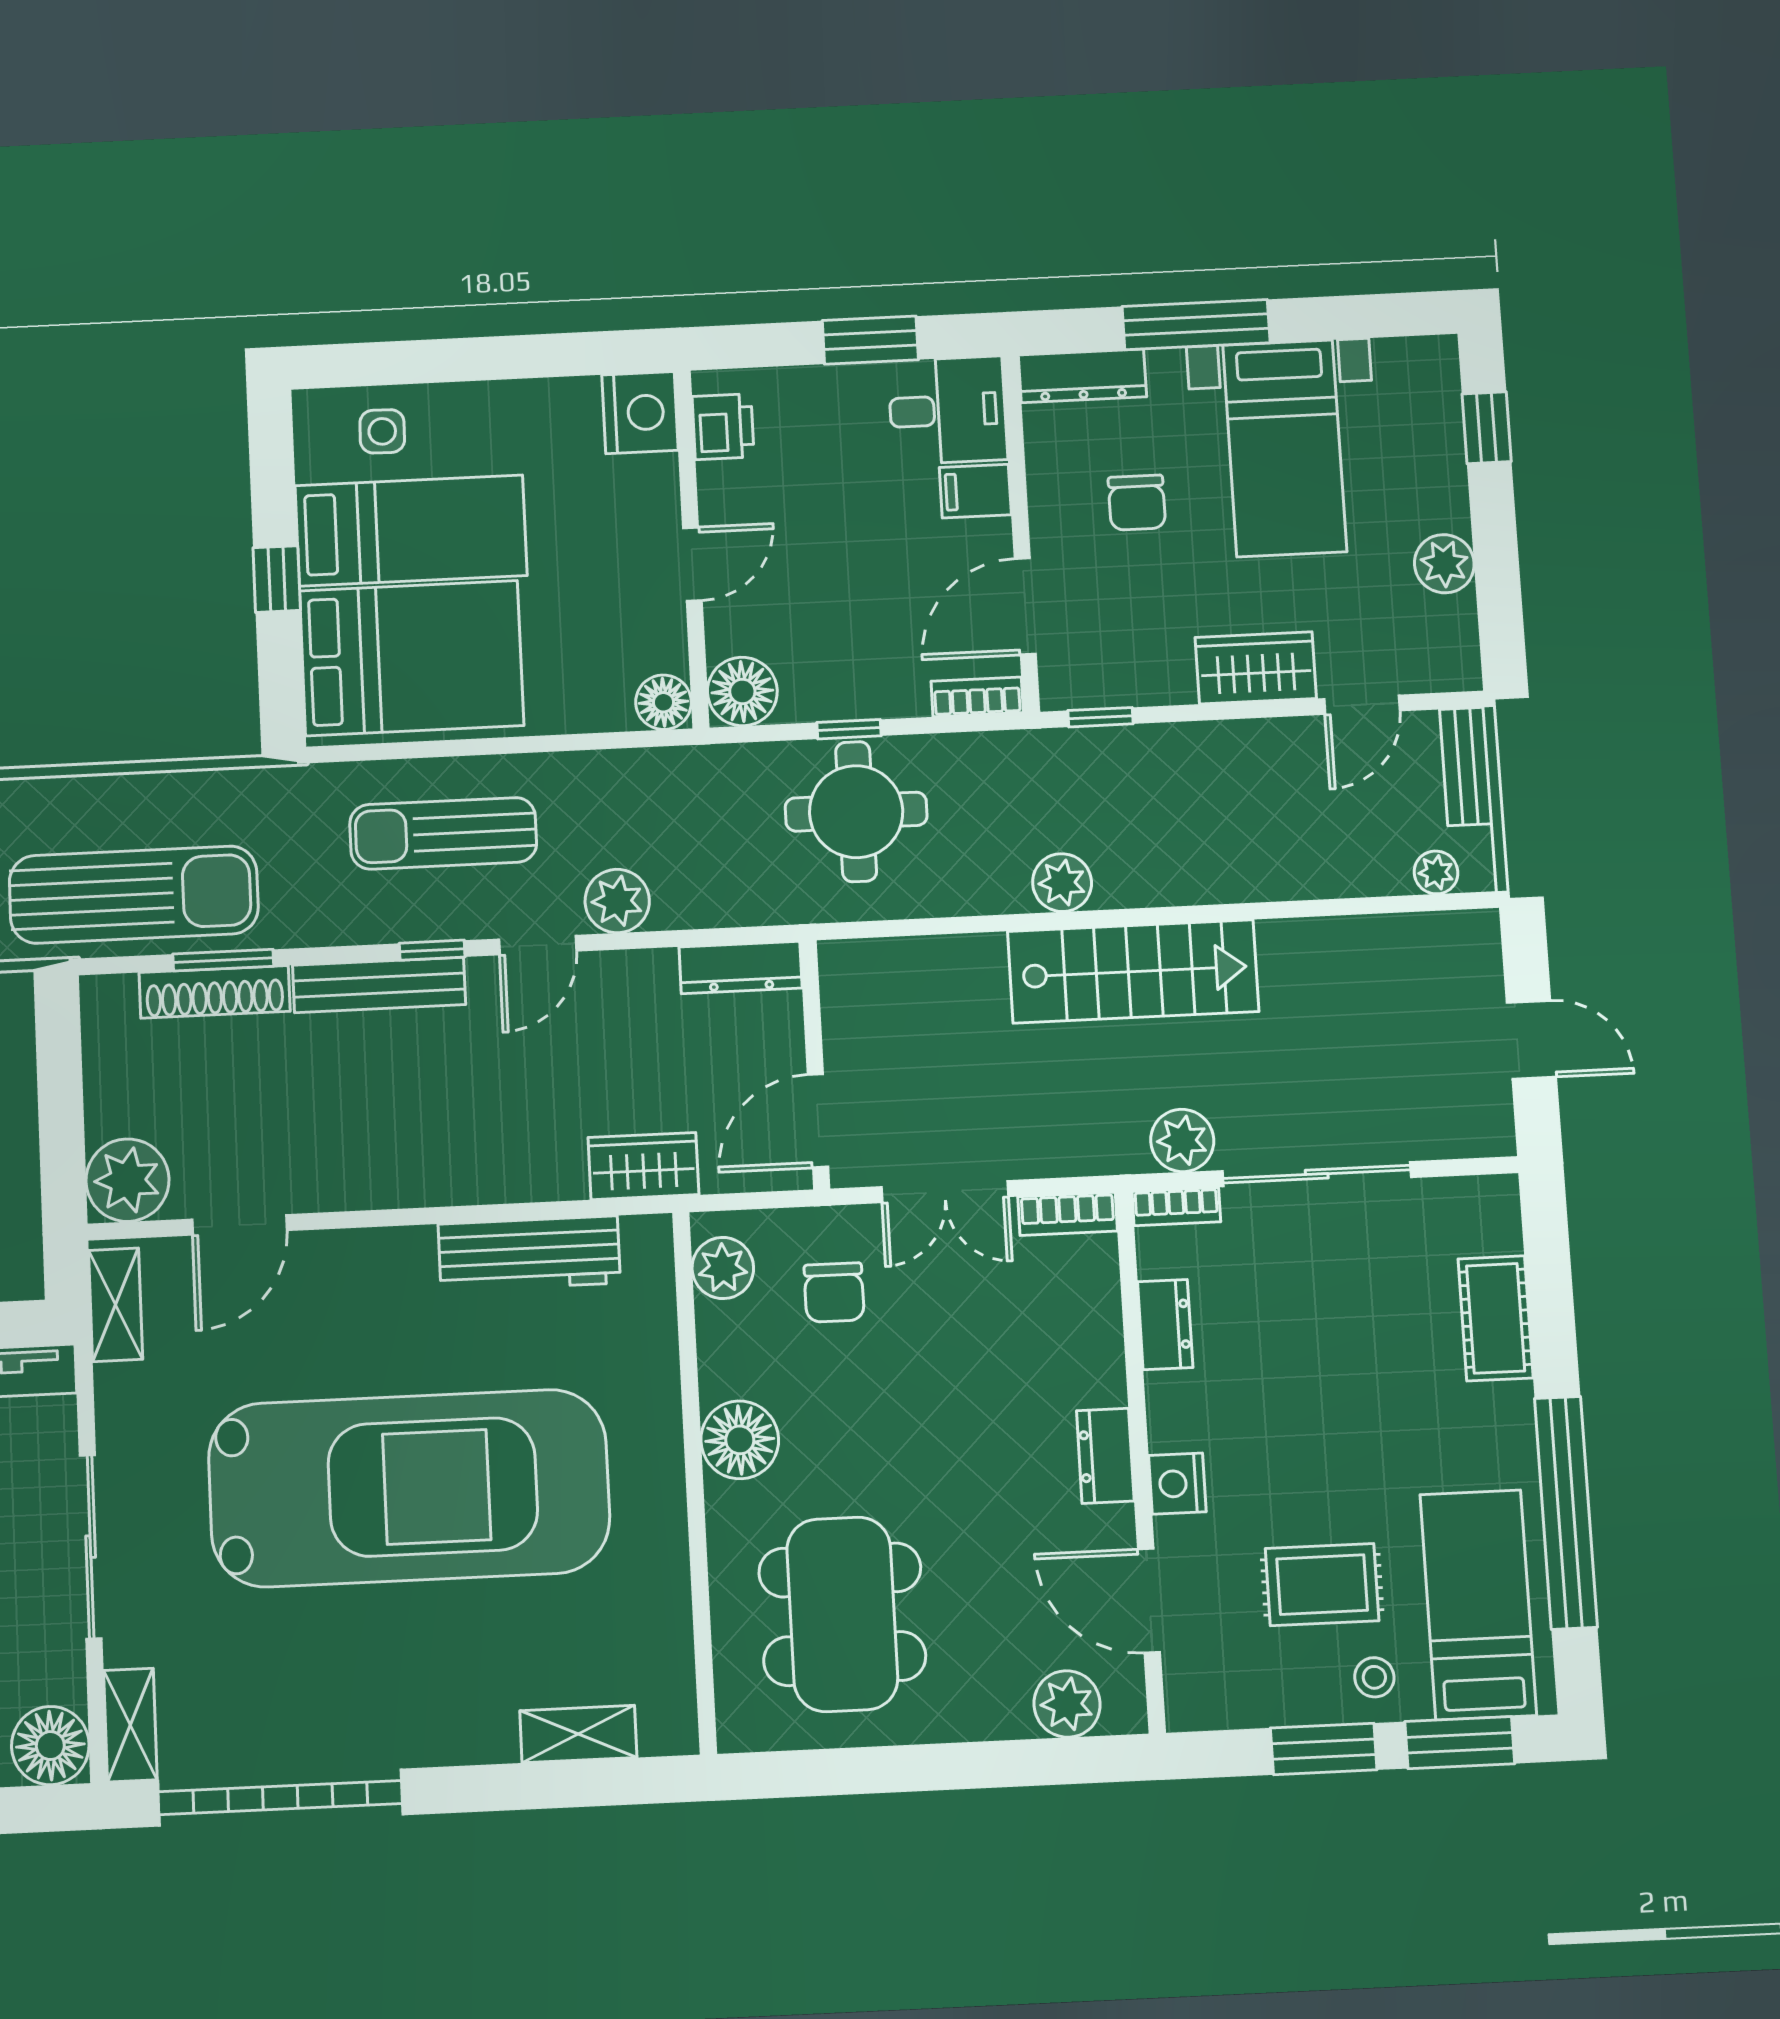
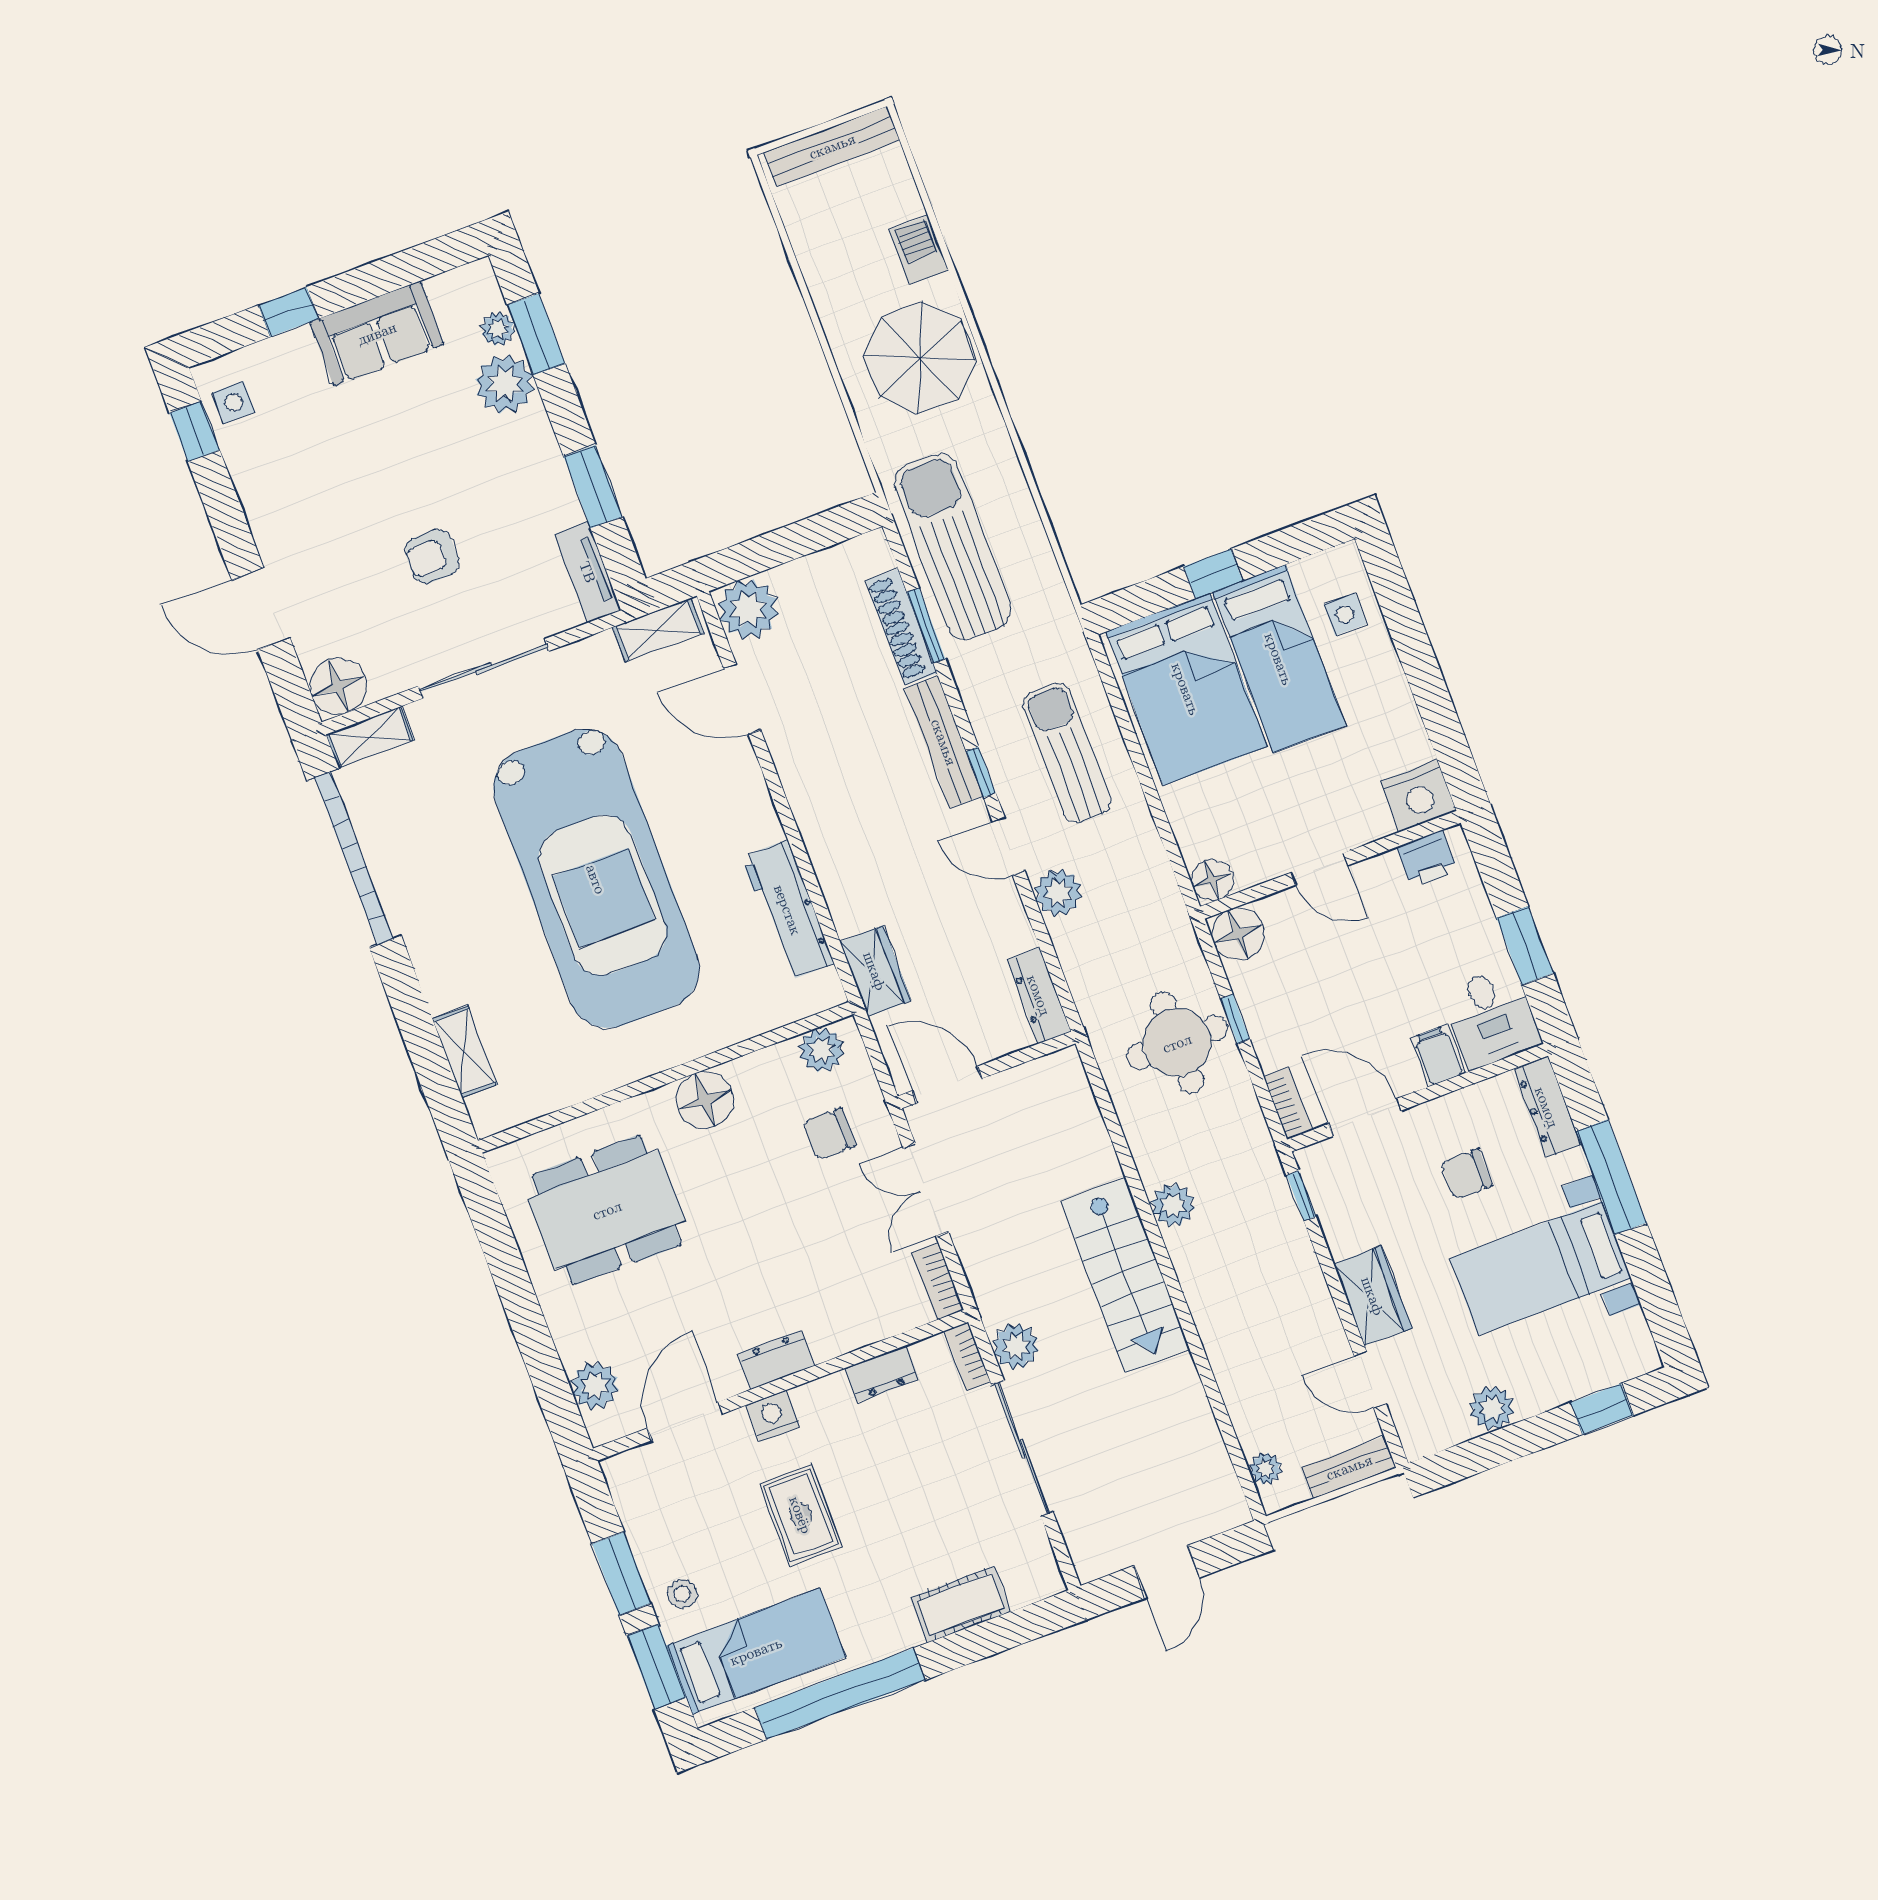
sun lounger: (134, 895) -> (952, 546), turned 180
rug: (1322, 1585) -> (801, 1515), moved

